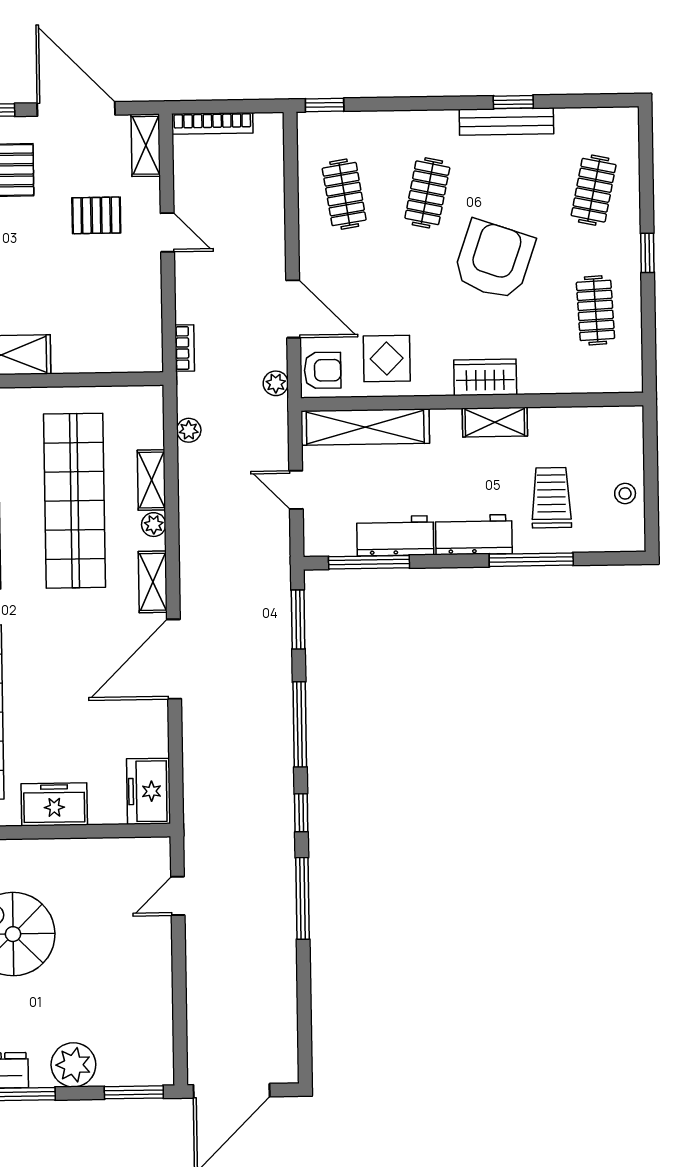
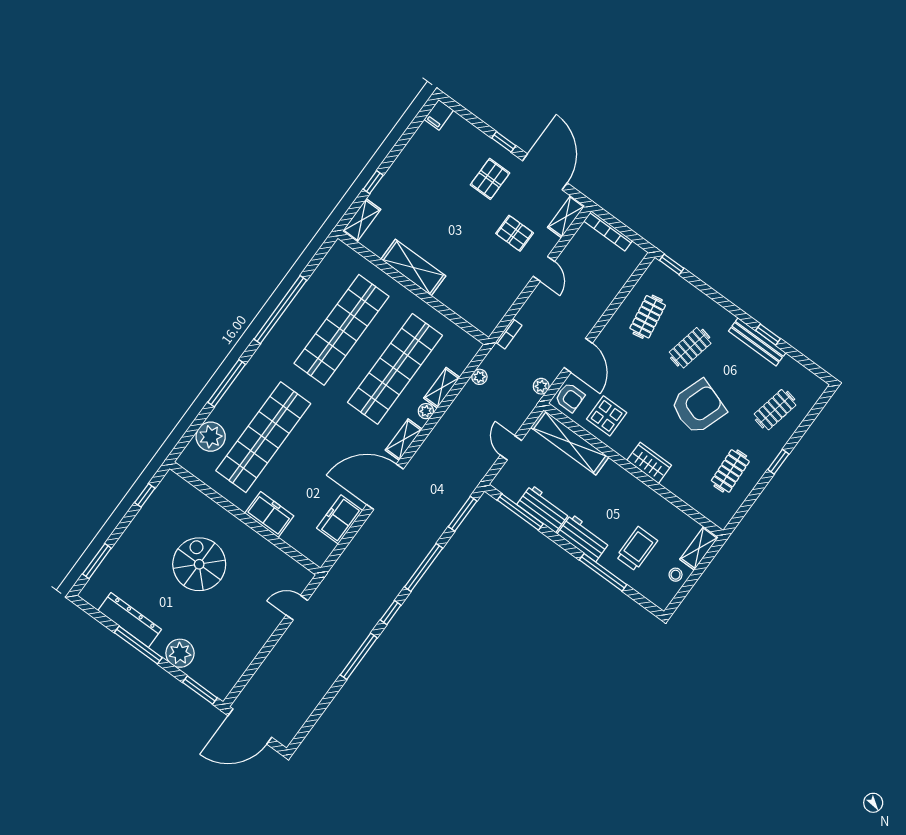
shelving: (495, 422) -> (699, 548), moved, turned 90
freezer: (149, 791) -> (340, 519), moved

